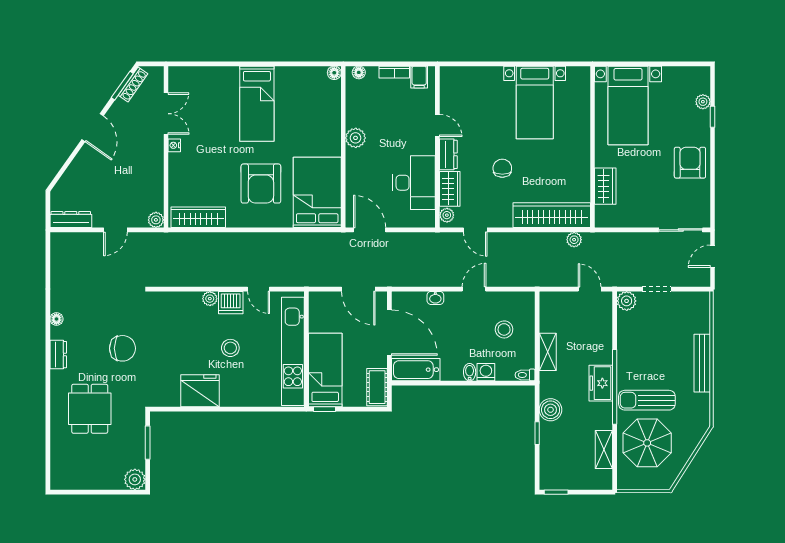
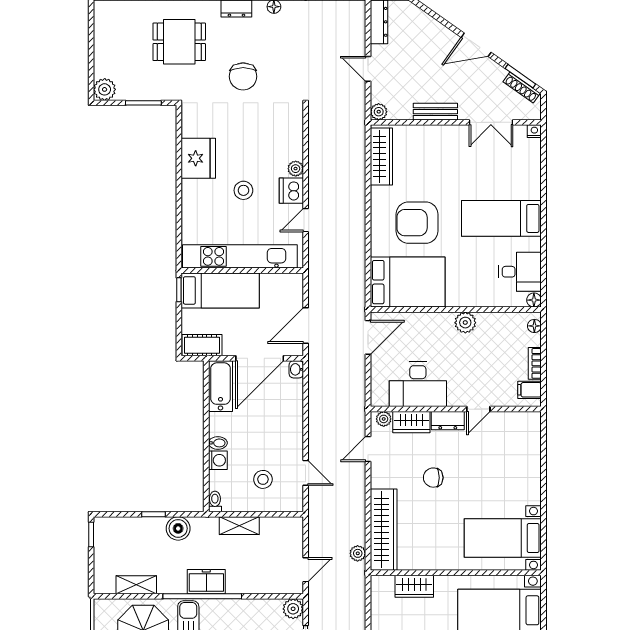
desk: (307, 86) -> (520, 272), added
bed with nightstands: (535, 102) -> (503, 538), moved
nightstand: (174, 145) -> (534, 131), moved
bench: (156, 166) -> (435, 112), added
chair: (502, 168) -> (433, 478), turned 180
door: (474, 289) -> (306, 473), moved
washbasin: (435, 298) -> (296, 369), moved

